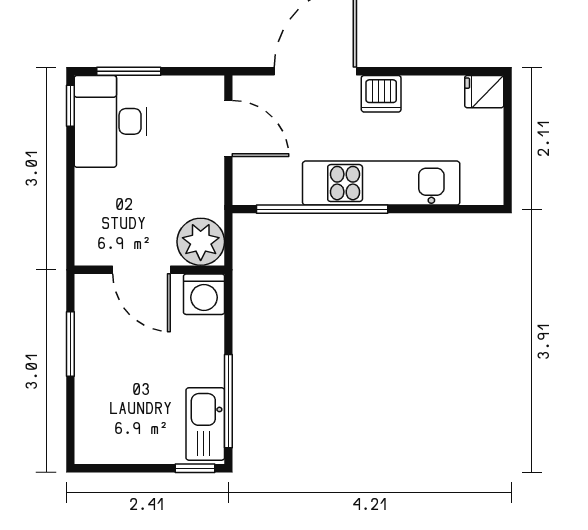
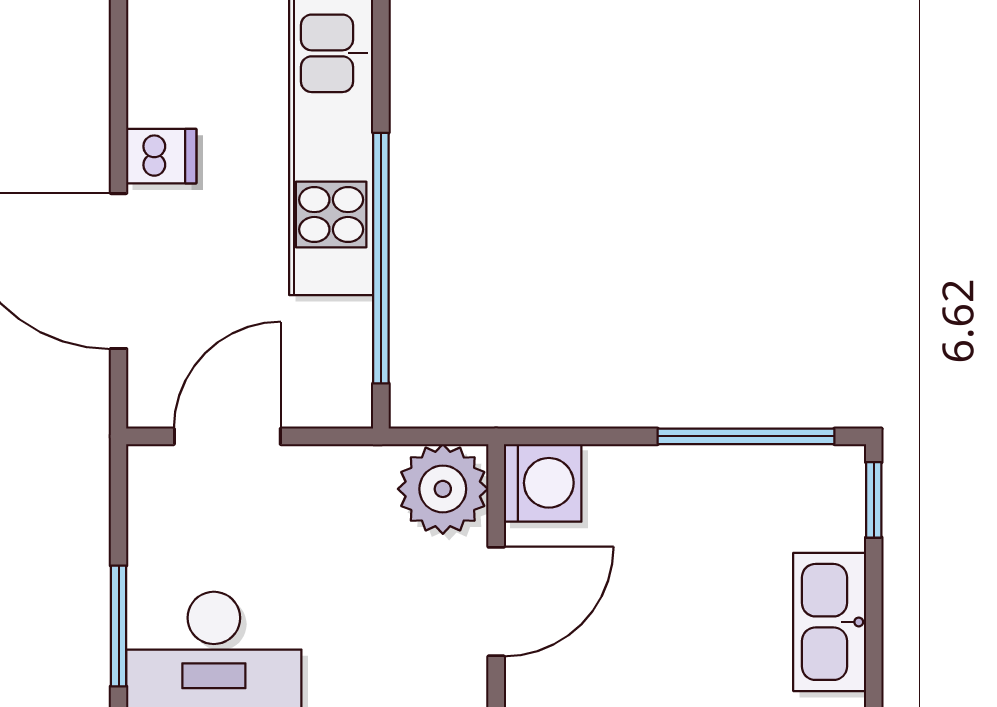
dishwasher: (381, 94) -> (161, 156), width x0.73
kitchen sink: (205, 424) -> (830, 622), moved, turned 90

